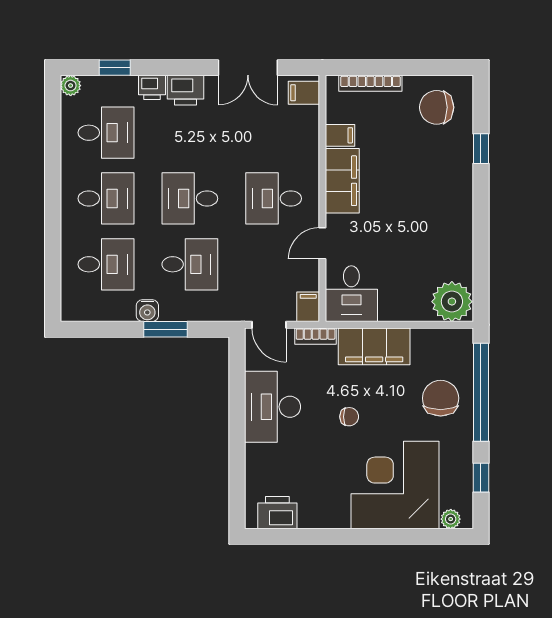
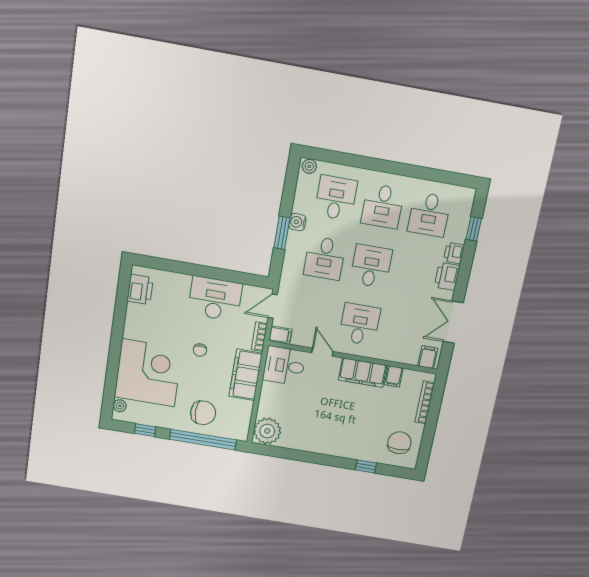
plant: (71, 86) -> (309, 166), moved
desk: (106, 264) -> (336, 198), turned 180

